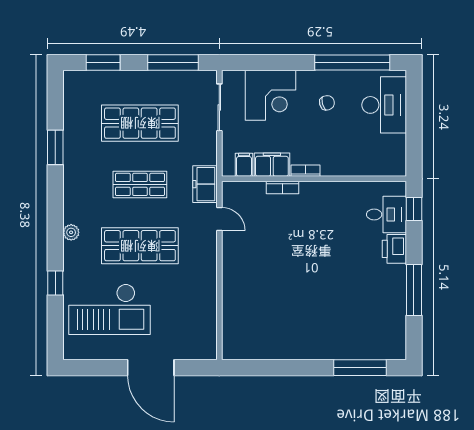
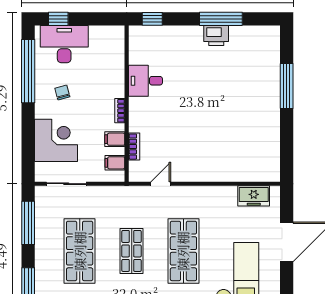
window: (414, 98) -> (58, 19), added
filing cabinet: (272, 165) -> (115, 139), width x0.50
freezer: (205, 184) -> (254, 196), moved
bookcase: (282, 187) -> (134, 147), moved
desk: (386, 214) -> (145, 81), moved, turned -90
printer: (394, 249) -> (216, 35), moved
window: (360, 368) -> (287, 86), moved

